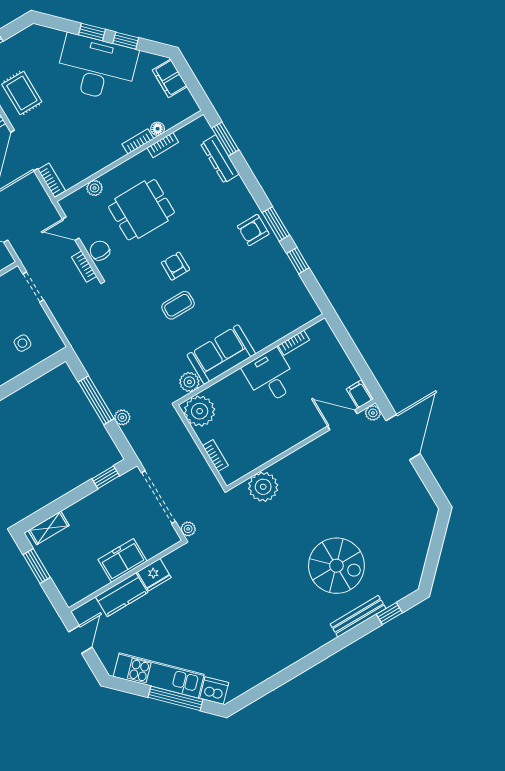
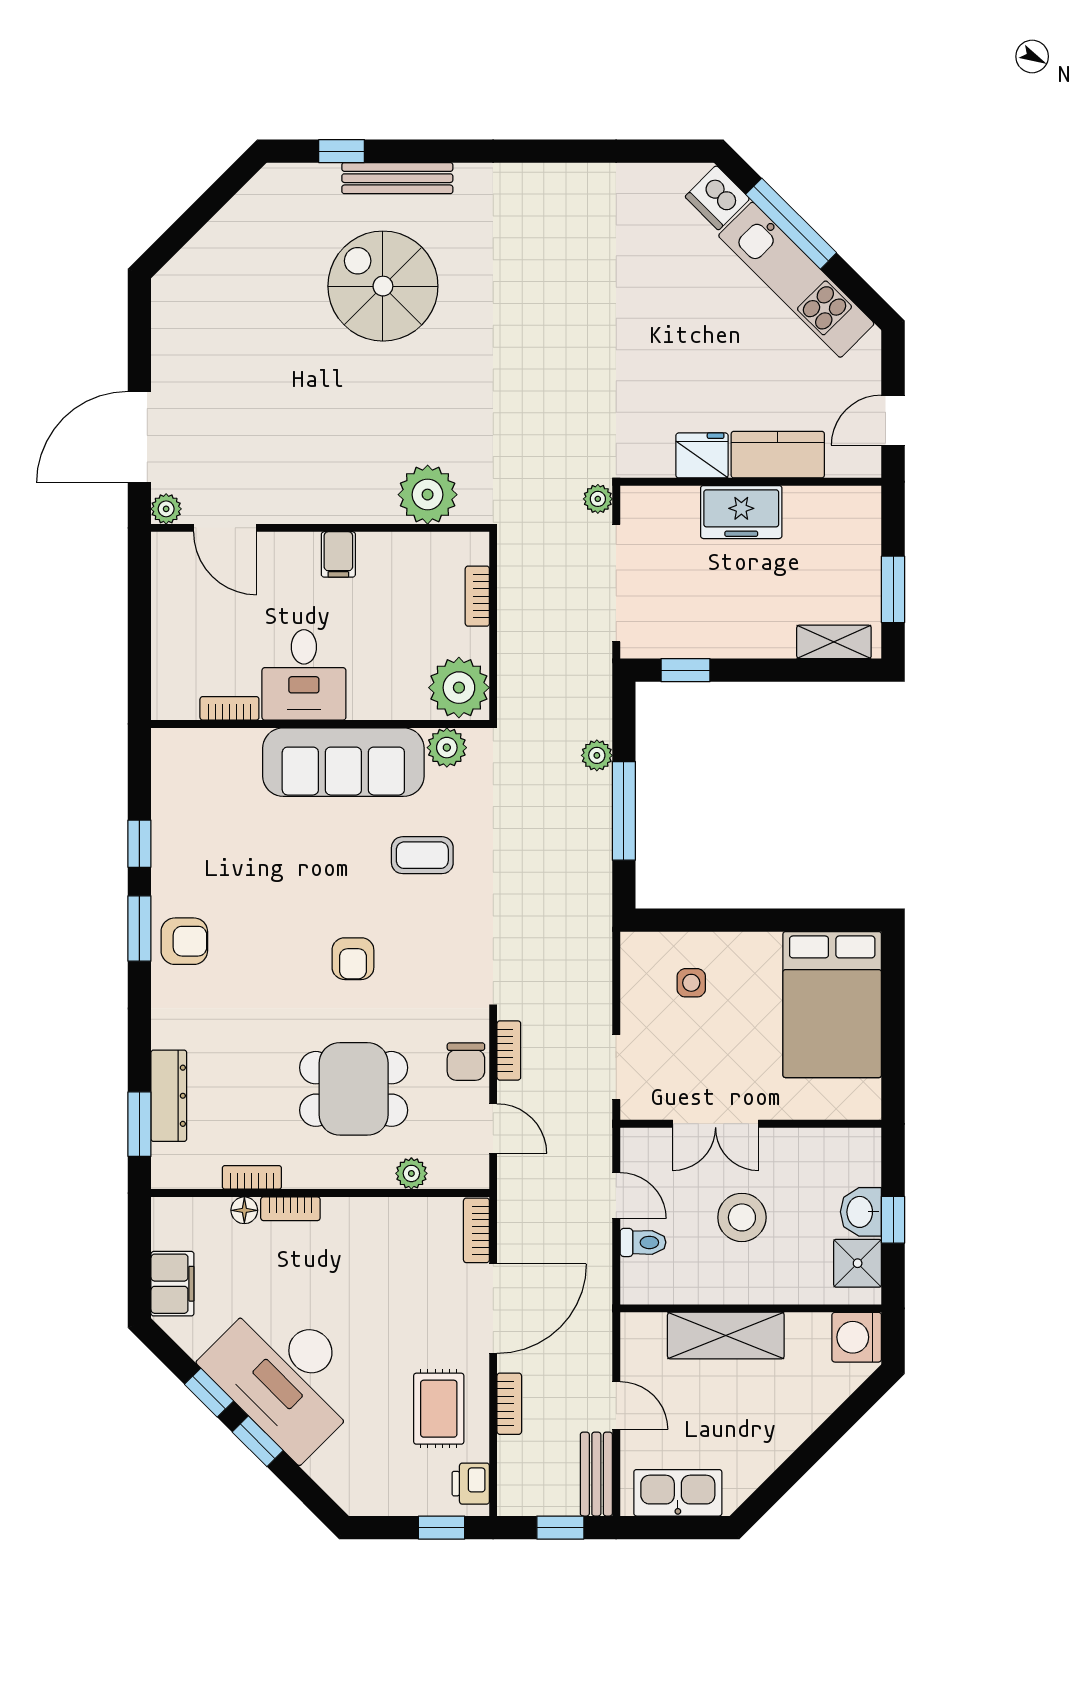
coffee table: (178, 305) -> (422, 855), moved
sofa: (221, 354) -> (343, 762), width x1.36
filing cabinet: (359, 394) -> (338, 554), moved

